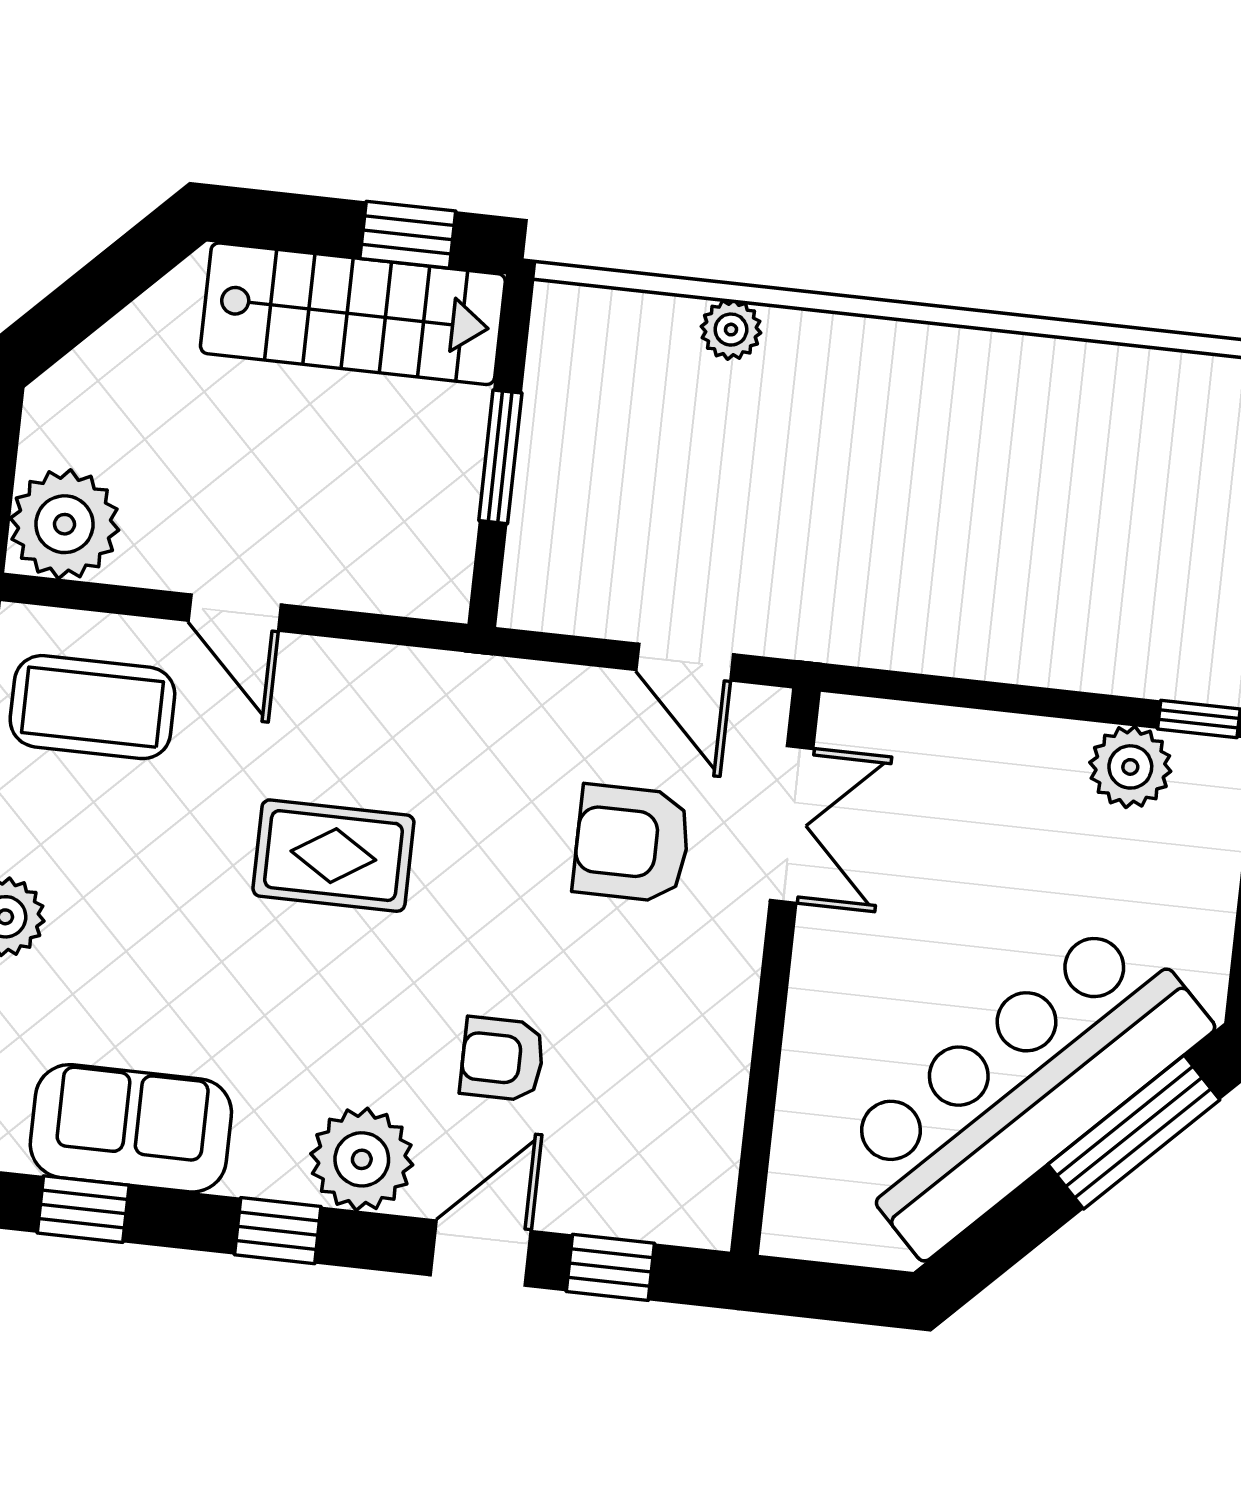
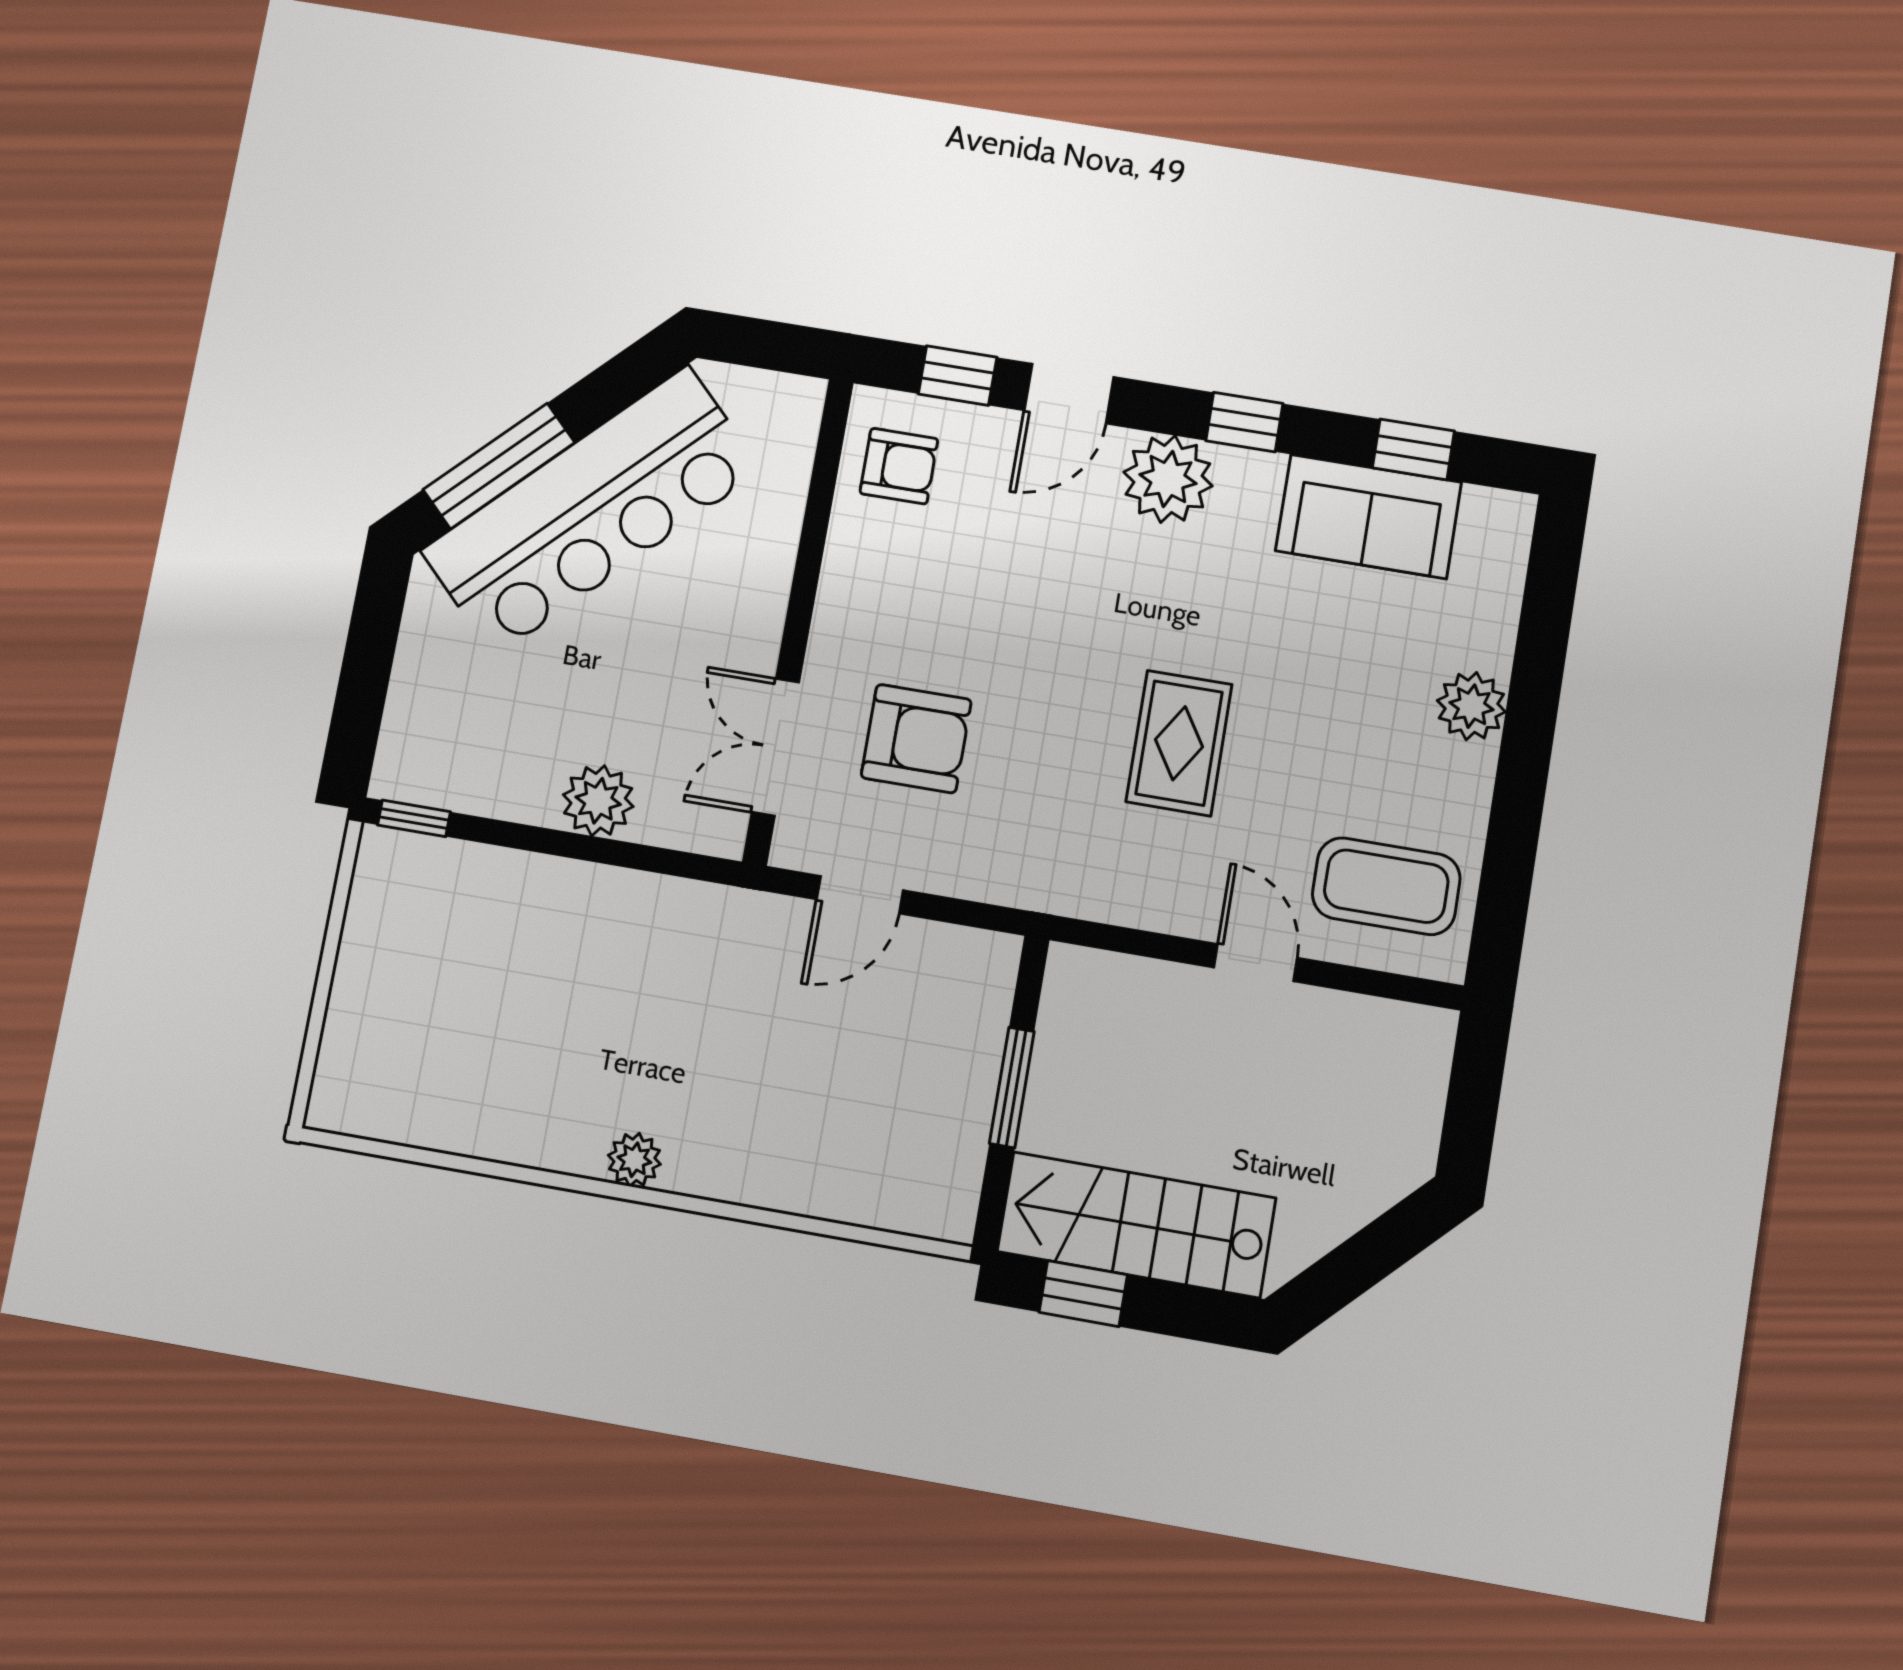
plant: (731, 330) -> (634, 1160), moved
plant: (64, 524) -> (1404, 1051), removed
door: (685, 662) -> (860, 895), swing flipped
plant: (1130, 767) -> (598, 801), moved
rug: (333, 856) -> (1179, 743), turned 90
armchair: (502, 1059) -> (899, 466), moved

